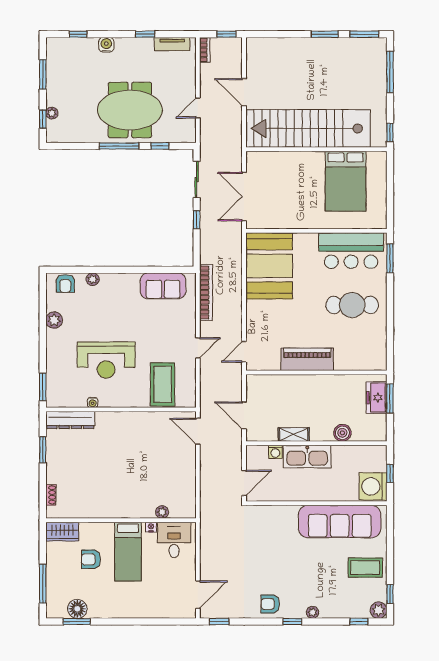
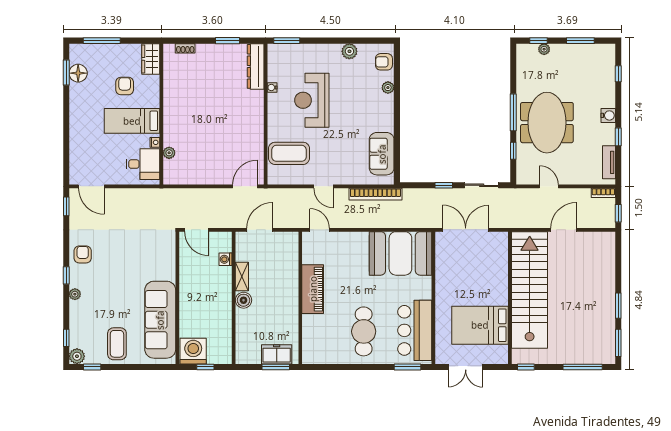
water cooler: (106, 45) -> (608, 115), moved
double door: (390, 197) -> (466, 367), added
boiler: (342, 433) -> (244, 300), moved
kitchen sink: (307, 457) -> (221, 289), removed

